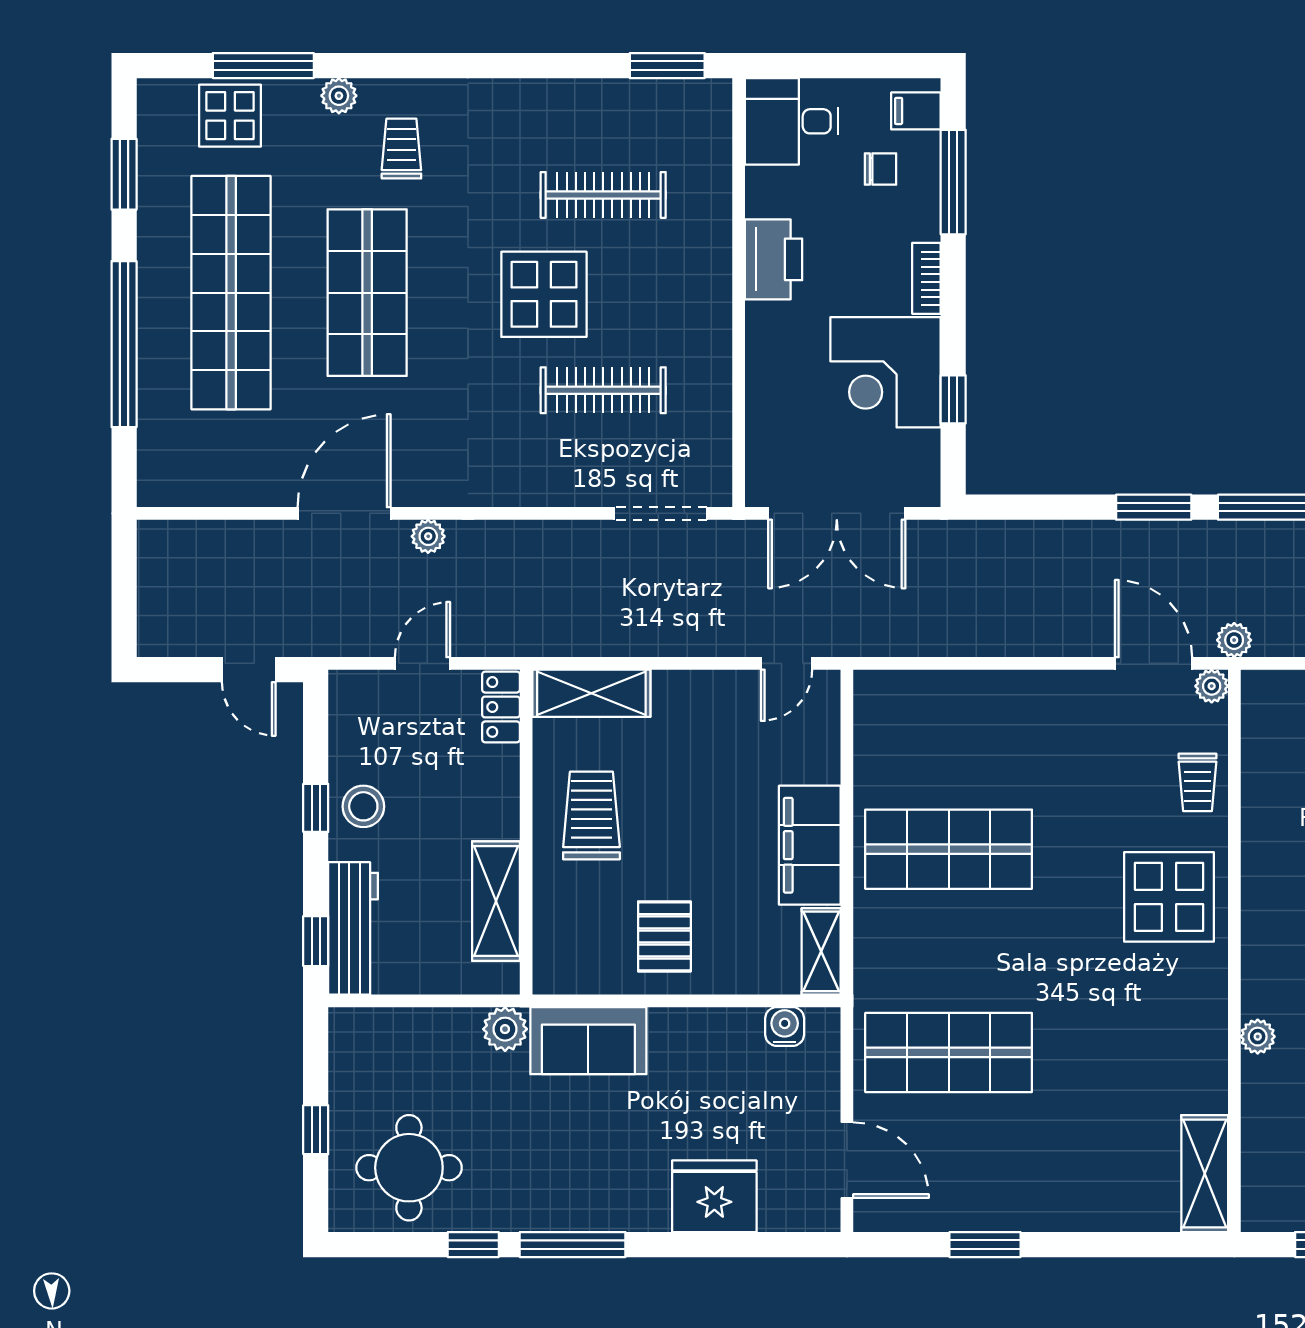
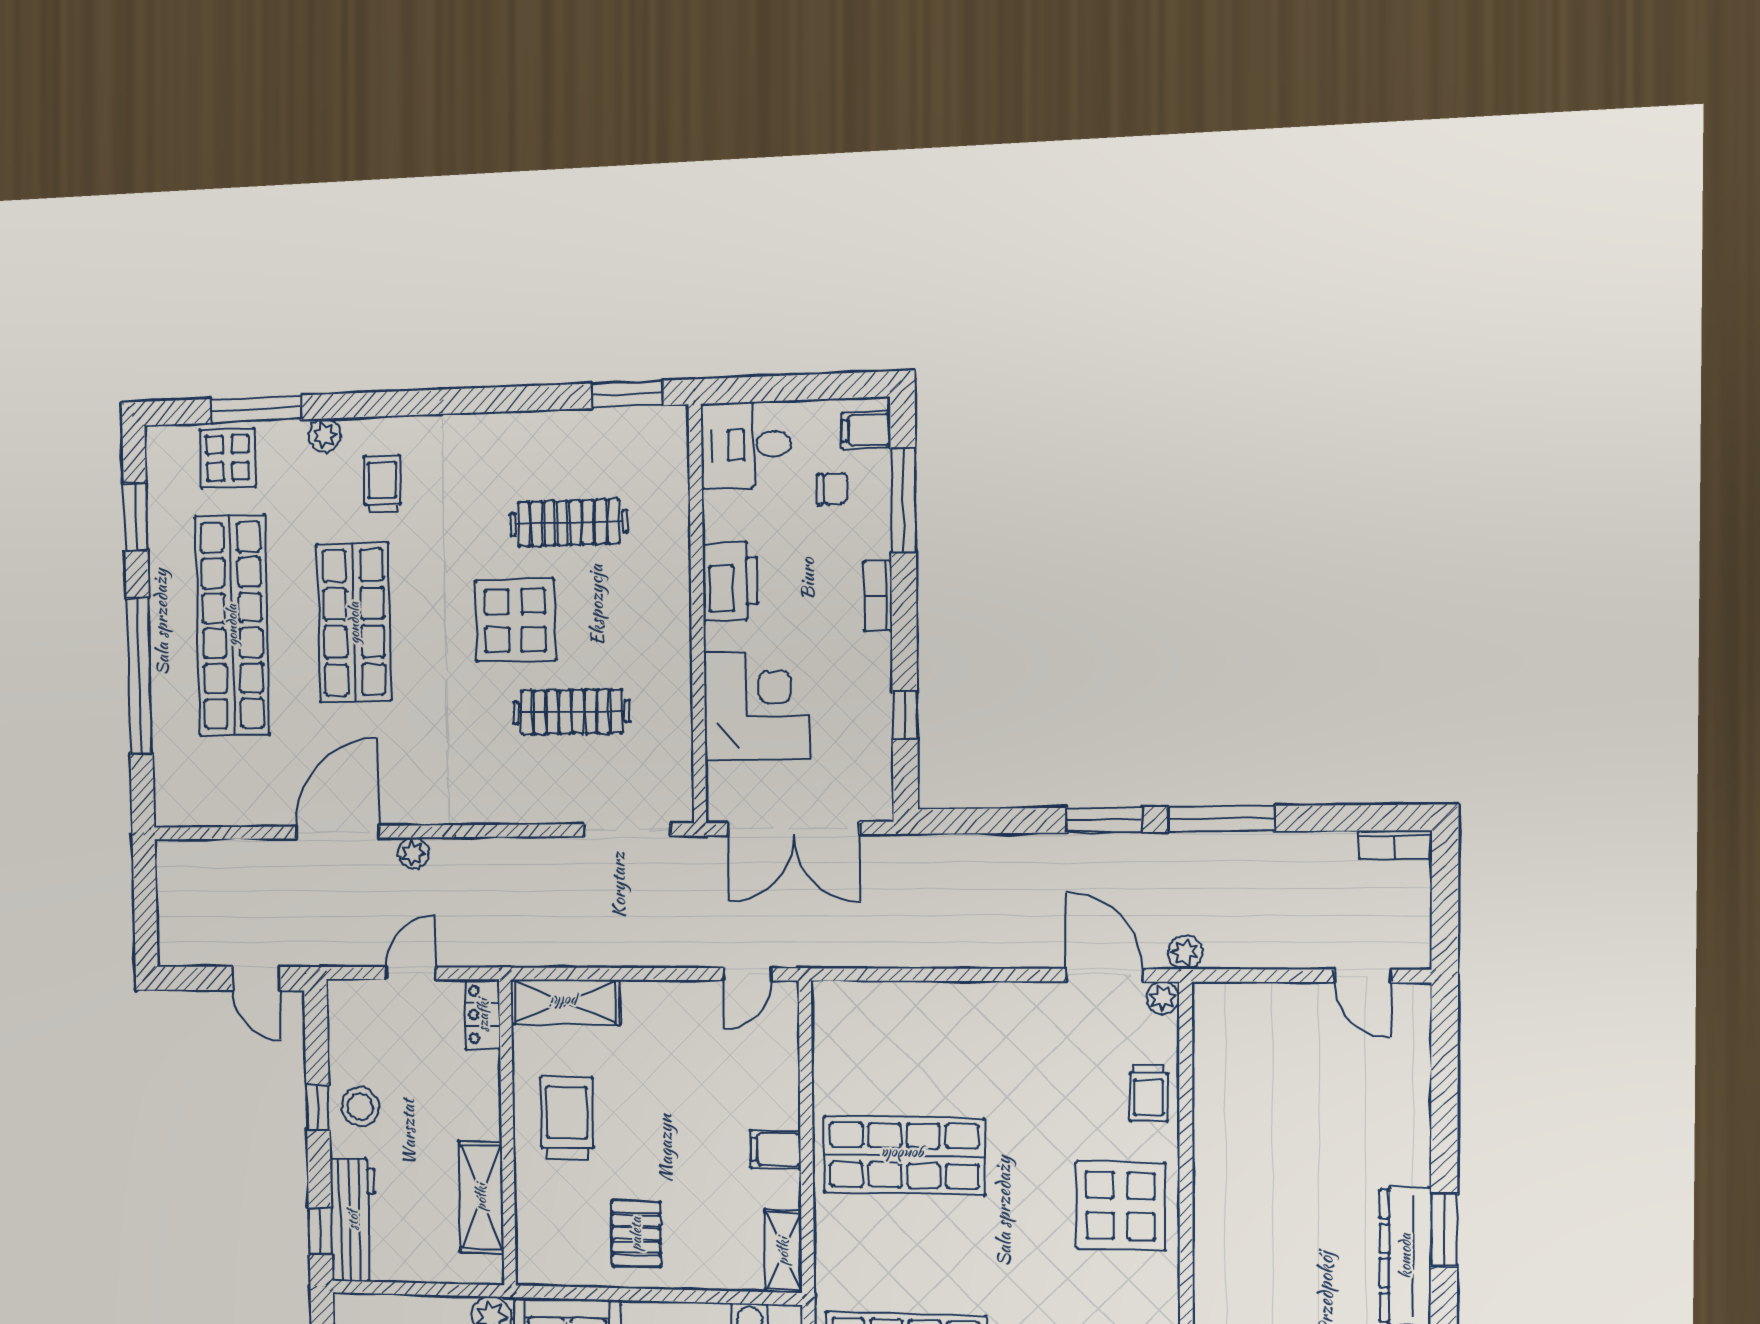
corner desk: (885, 372) -> (757, 706), moved, turned 180
filing cabinet: (810, 845) -> (776, 1149), width x0.33, depth x0.86

